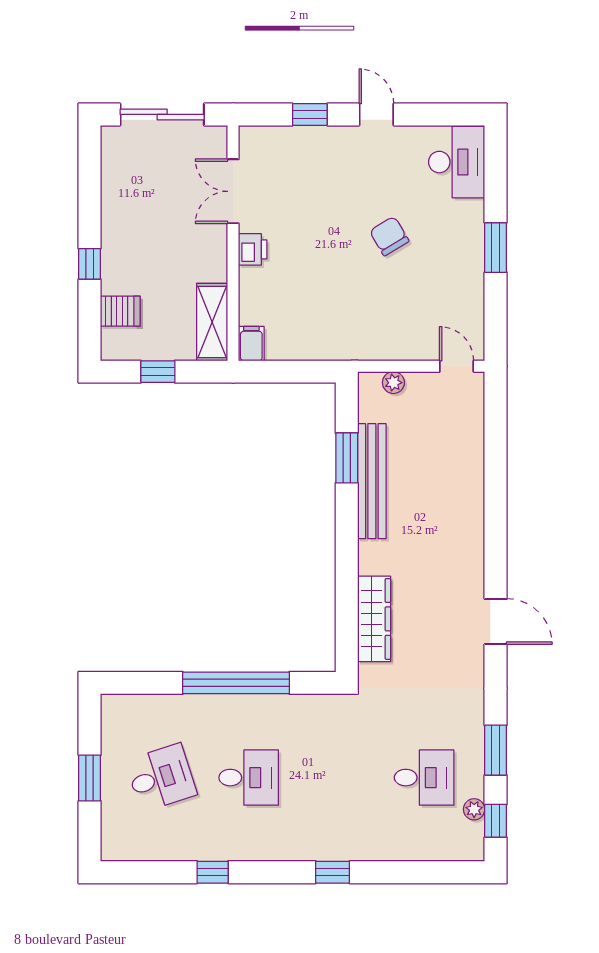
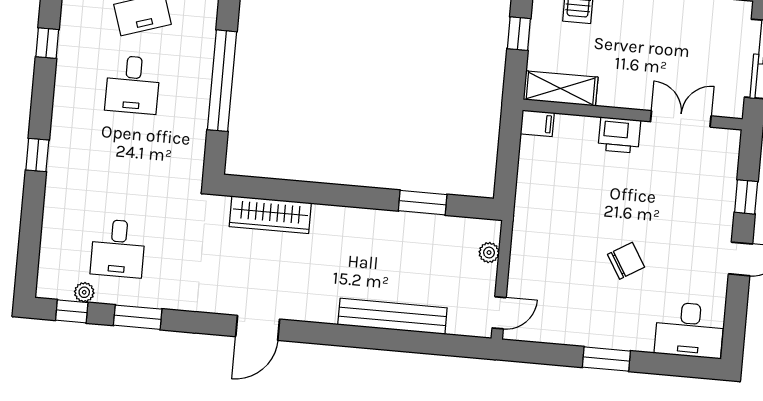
printer: (253, 249) -> (619, 135), width x1.36, depth x1.24
bench: (372, 481) -> (392, 316), moved

